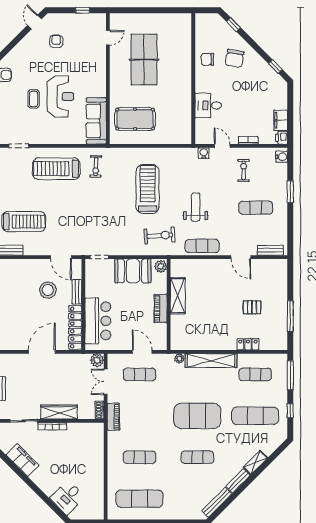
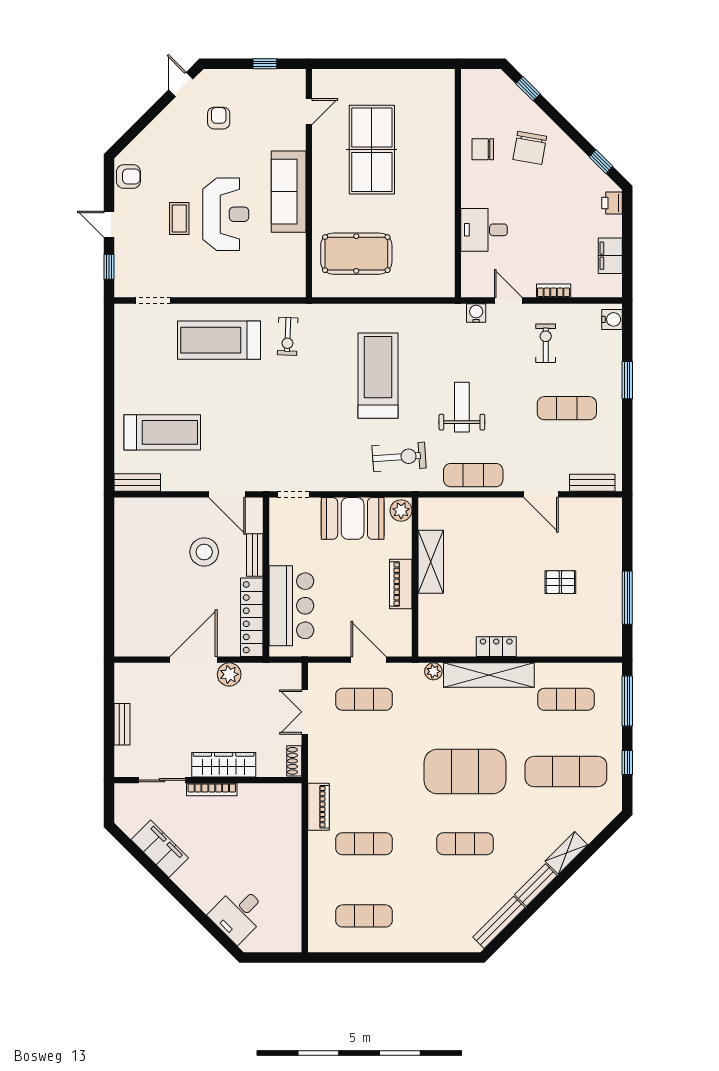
sofa: (96, 121) -> (289, 192), moved
printer: (282, 138) -> (612, 203), moved
locker: (248, 344) -> (496, 647), moved
plant: (97, 360) -> (229, 674), moved
piano: (113, 417) -> (318, 807), moved
exercise mat: (139, 499) -> (364, 916), width x0.73, depth x0.69

